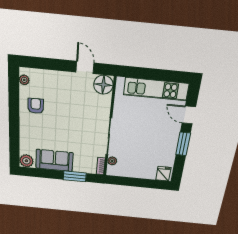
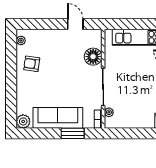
floor lamp: (103, 85) -> (93, 57), moved
armchair: (36, 106) -> (32, 64), turned -82
sofa: (54, 160) -> (58, 118), width x1.36

